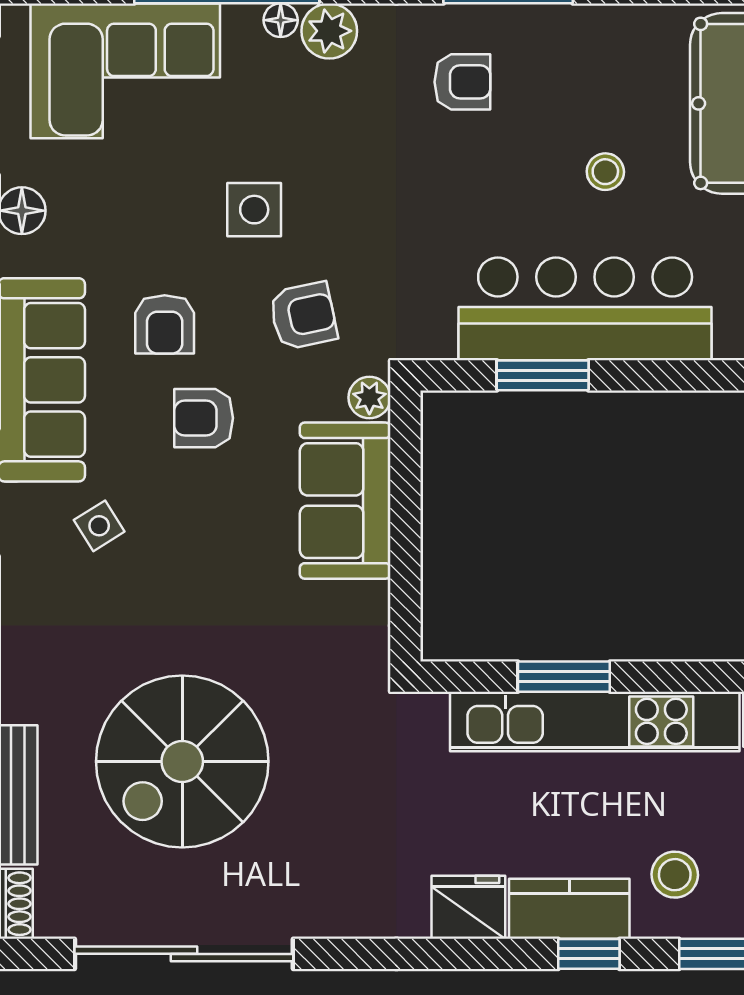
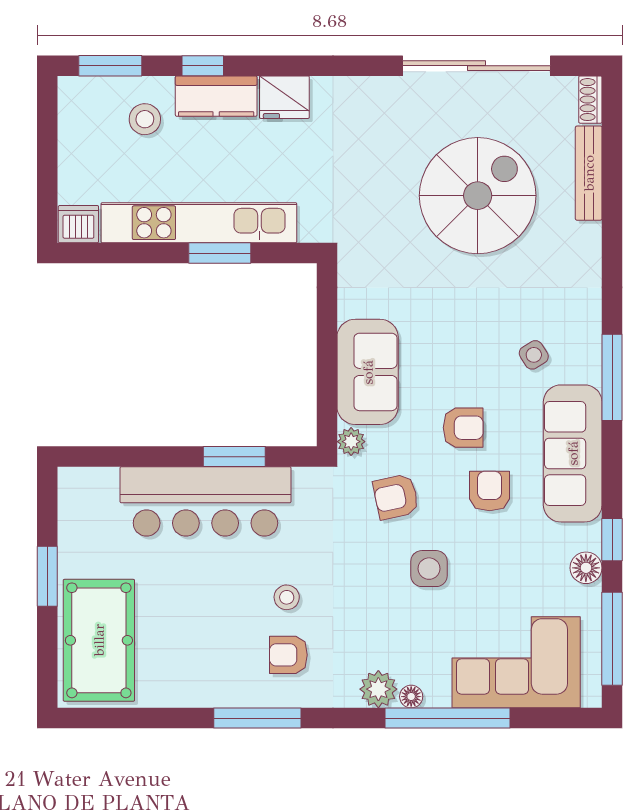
stool: (605, 172) -> (287, 597), moved

